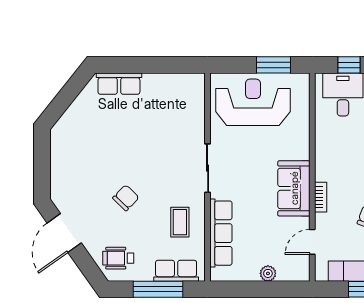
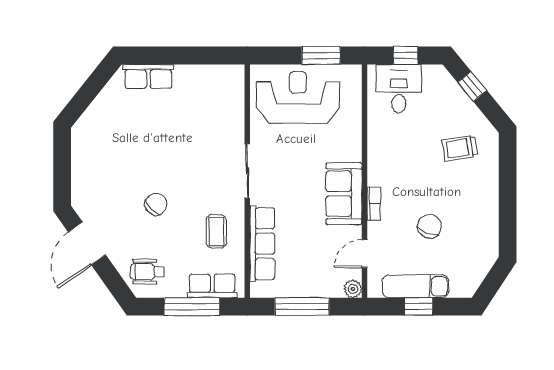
plant: (268, 273) -> (353, 289), moved
window: (257, 289) -> (302, 307), added

